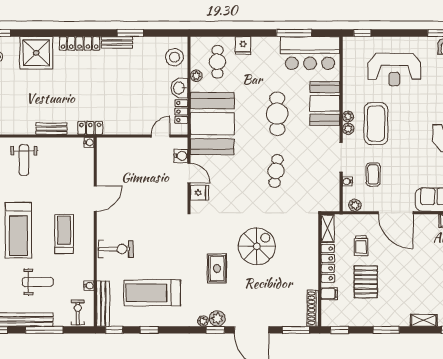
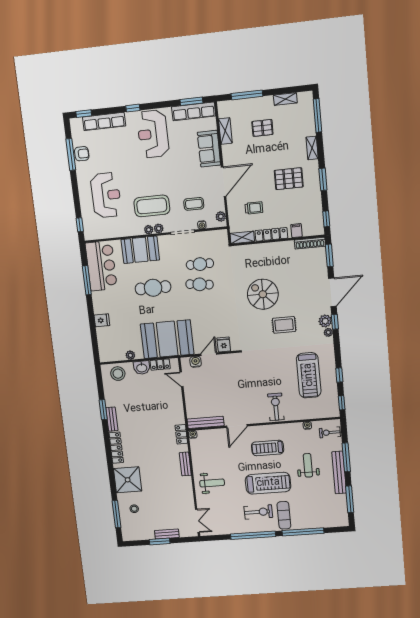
cafe table: (217, 62) -> (200, 264), moved
door: (95, 199) -> (237, 426), swing flipped
pallet: (366, 282) -> (289, 179), moved
bench: (103, 304) -> (206, 422), moved

